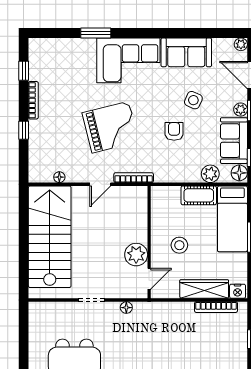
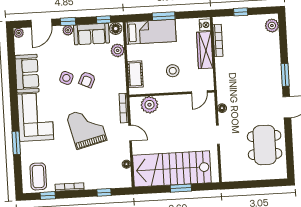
coffee table: (50, 60) -> (38, 176), added
side table: (193, 100) -> (66, 78), moved
window: (24, 130) -> (104, 192), moved
armchair: (174, 131) -> (87, 80), turned -65
cot: (199, 195) -> (135, 74), moved
window: (24, 247) -> (181, 188), added
plant: (136, 255) -> (149, 105), moved
door: (149, 279) -> (199, 92), swing flipped

